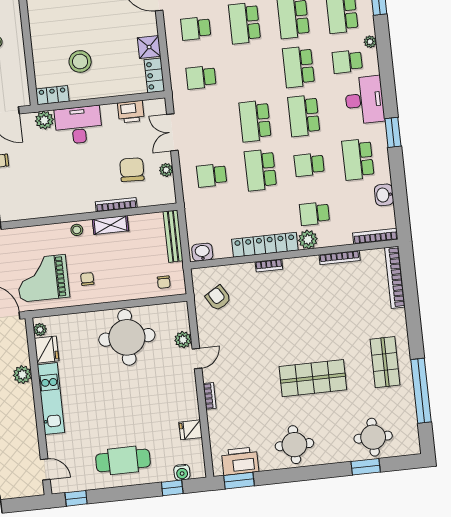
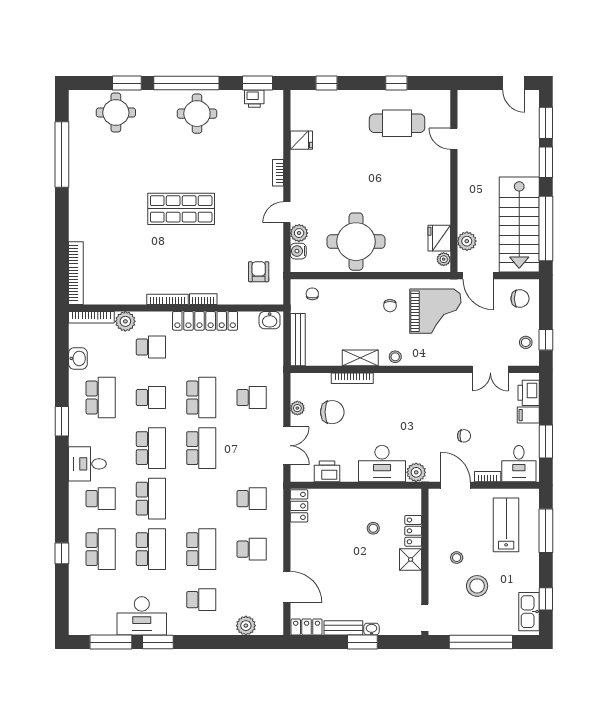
plant: (370, 42) -> (75, 516), removed
shower: (149, 47) -> (411, 559), moved
stool: (80, 61) -> (373, 528), width x0.53, depth x0.53
locker: (52, 95) -> (413, 531), moved, turned 90
desk: (364, 100) -> (87, 464), width x0.73
chair: (132, 170) -> (332, 412), turned -92
plant: (308, 240) -> (125, 321), moved
bookcase: (340, 258) -> (168, 299), moved
armchair: (218, 298) -> (259, 272), turned -149
shop shelf: (385, 362) -> (95, 188), removed
plant: (22, 375) -> (467, 241), moved
shop shelf: (313, 378) -> (181, 209), moved
kitchen unit: (51, 399) -> (440, 188), removed
cafe table: (123, 460) -> (397, 123), moved
printer: (240, 461) -> (254, 99), width x0.53, depth x0.68
door: (45, 469) -> (454, 139), moved
water cooler: (182, 472) -> (298, 251), moved, turned -90
window: (308, 473) -> (186, 83), added
window: (76, 498) -> (396, 83), moved

